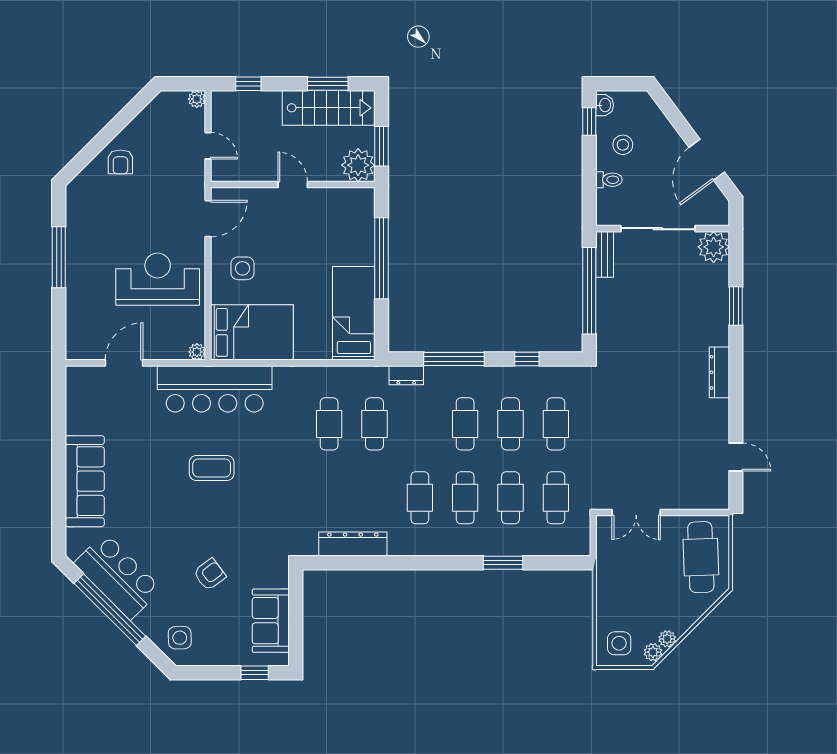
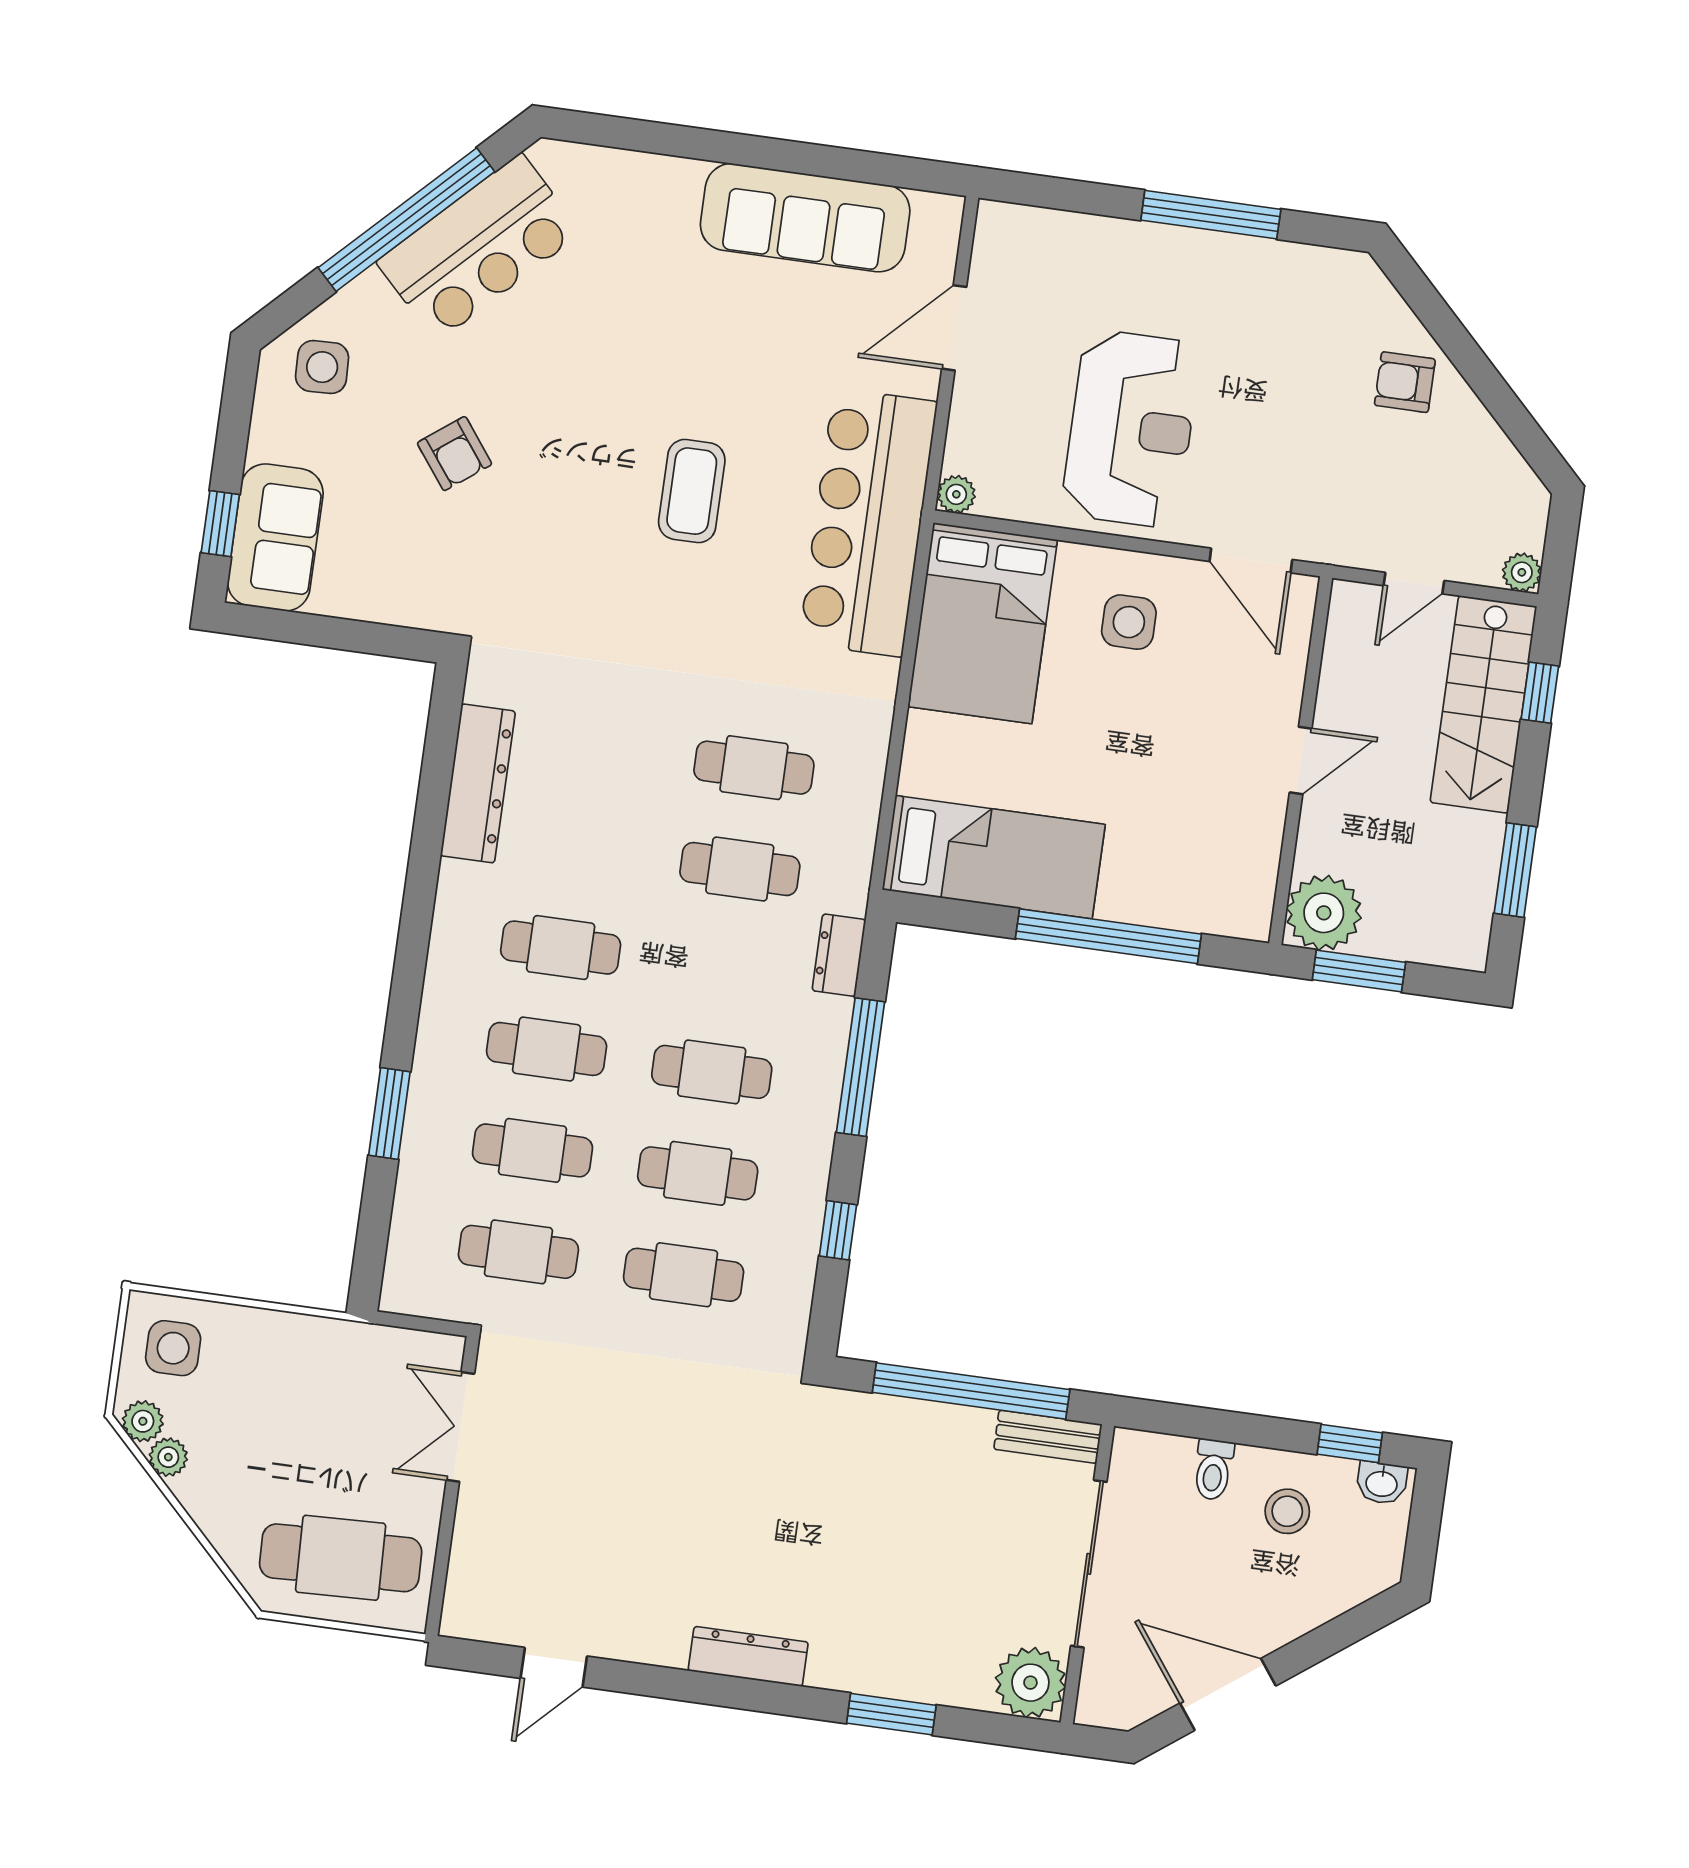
stairs: (329, 108) -> (1483, 704), moved
door: (124, 363) -> (954, 328), swing flipped
sofa: (85, 481) -> (805, 218), moved
sofa: (271, 621) -> (275, 537), moved, turned 90

